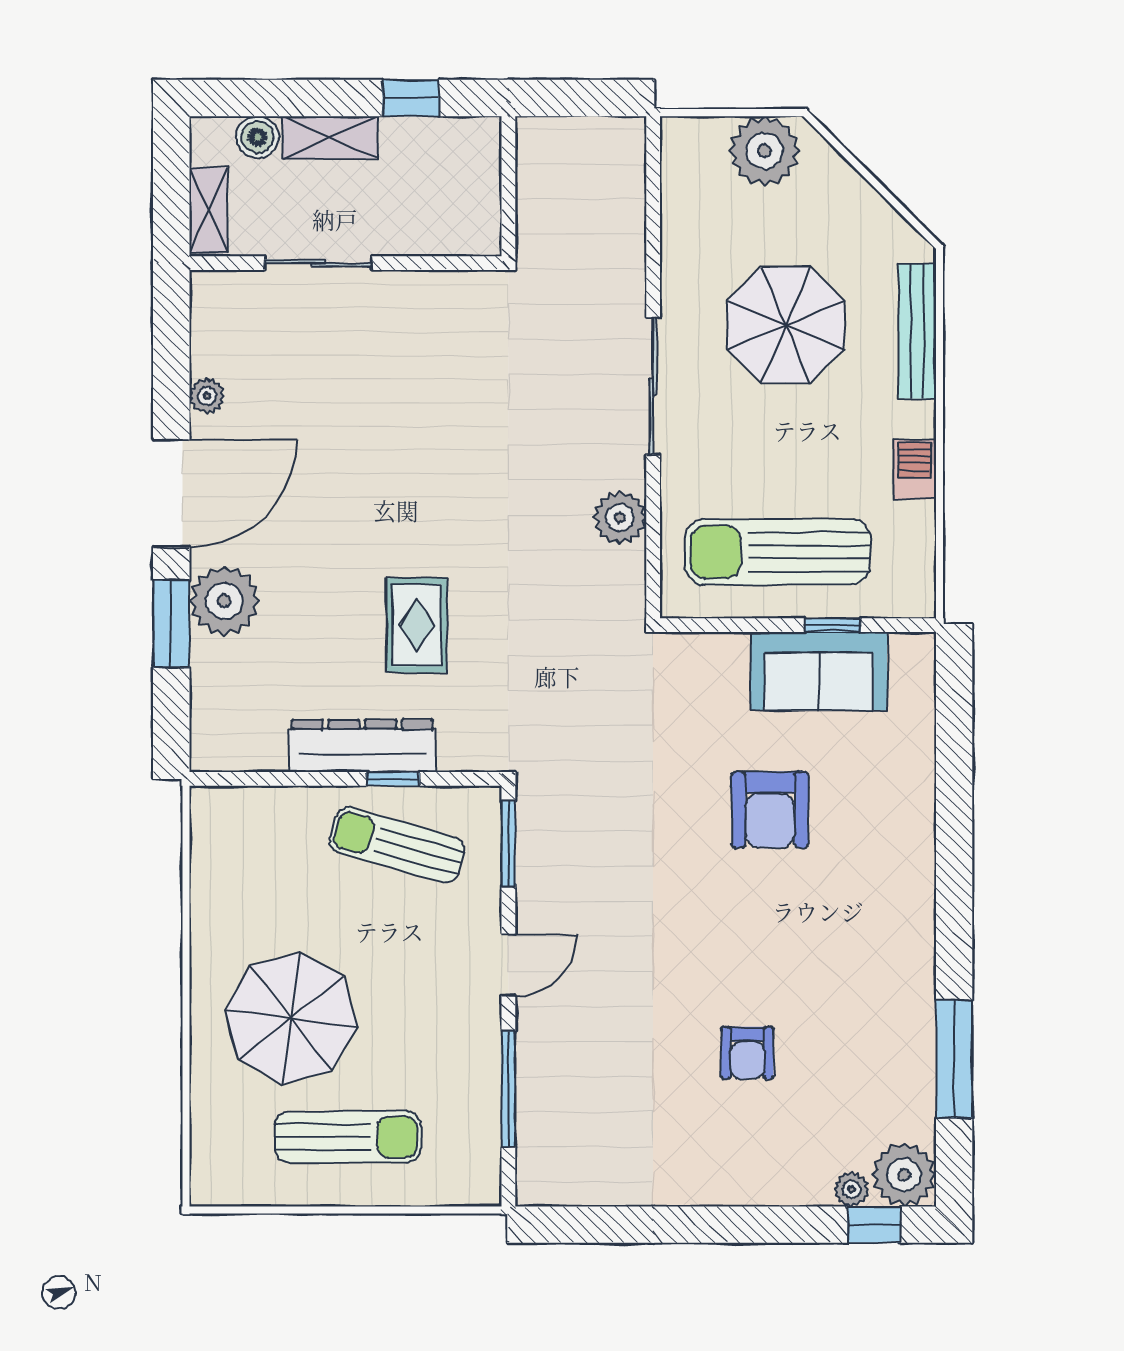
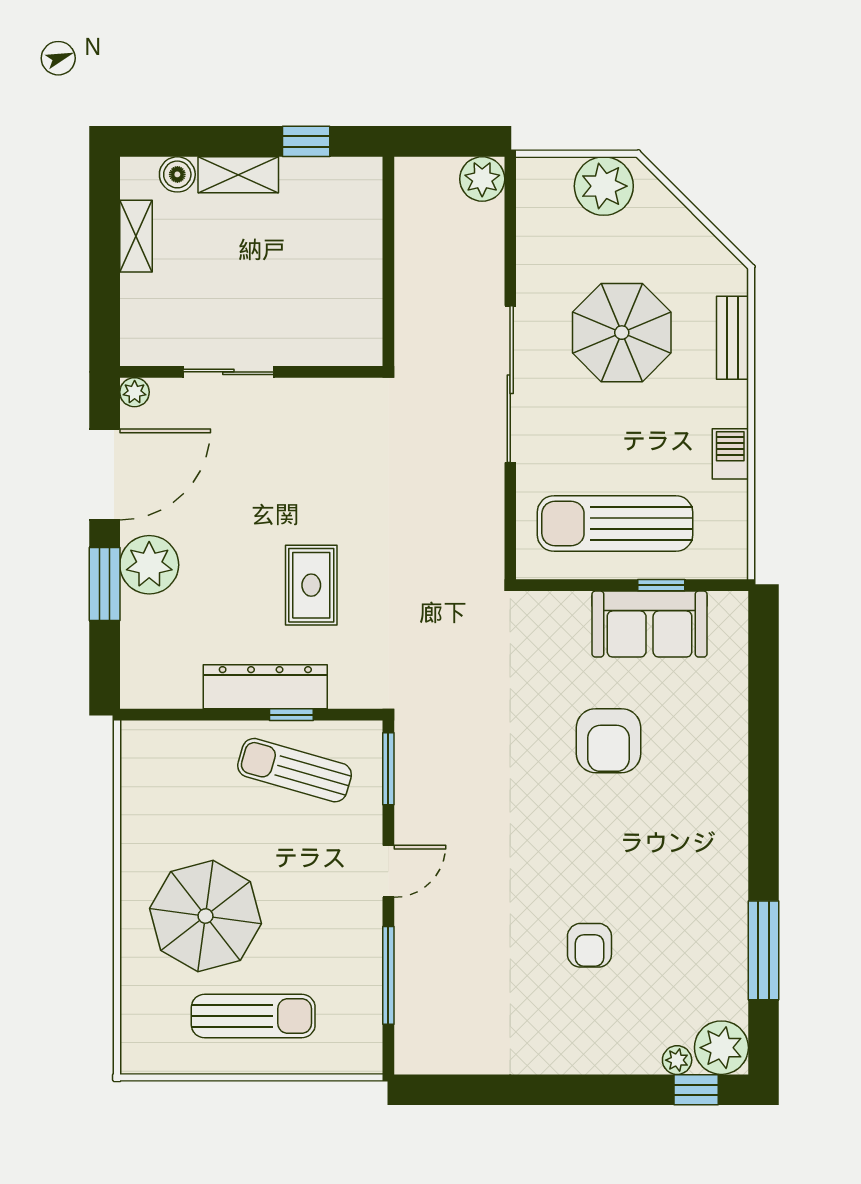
sliding door: (318, 263) -> (228, 372), moved
wall: (346, 263) -> (251, 372), moved
bench: (917, 331) -> (732, 338), width x0.73
sliding door: (653, 386) -> (510, 384), width x1.36
plant: (620, 517) -> (482, 179), moved

